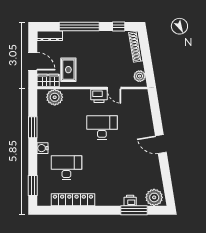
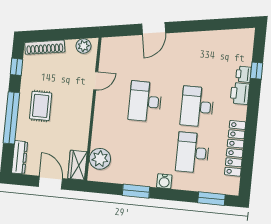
door: (33, 61) -> (50, 183), hinge flipped
rug: (68, 70) -> (41, 106), moved, turned 90
printer: (99, 96) -> (240, 93), moved, turned 180
door: (161, 144) -> (154, 29), moved
desk: (102, 168) -> (197, 107), added
plant: (154, 197) -> (243, 43), removed
window: (134, 210) -> (257, 71), width x0.46

